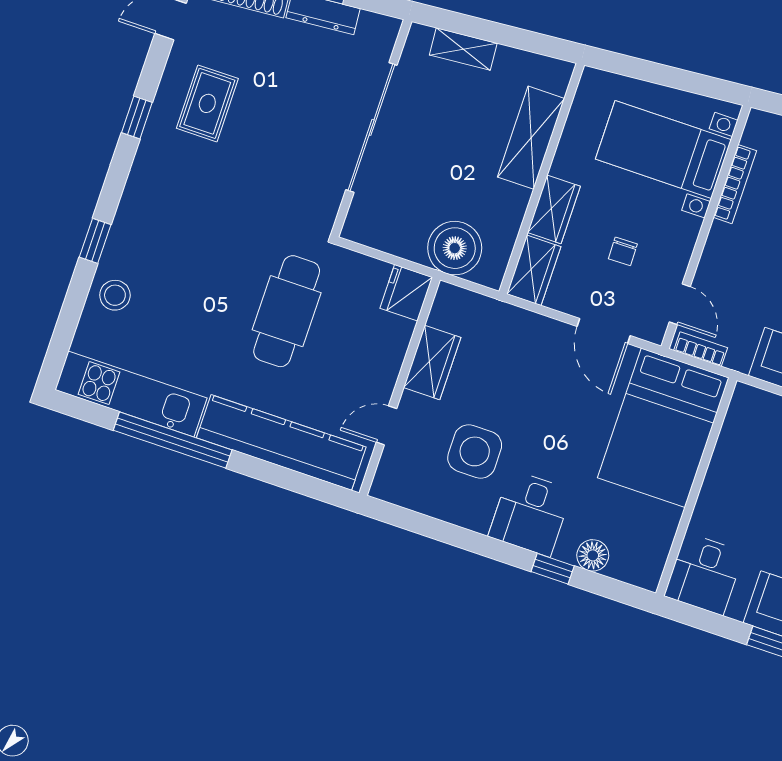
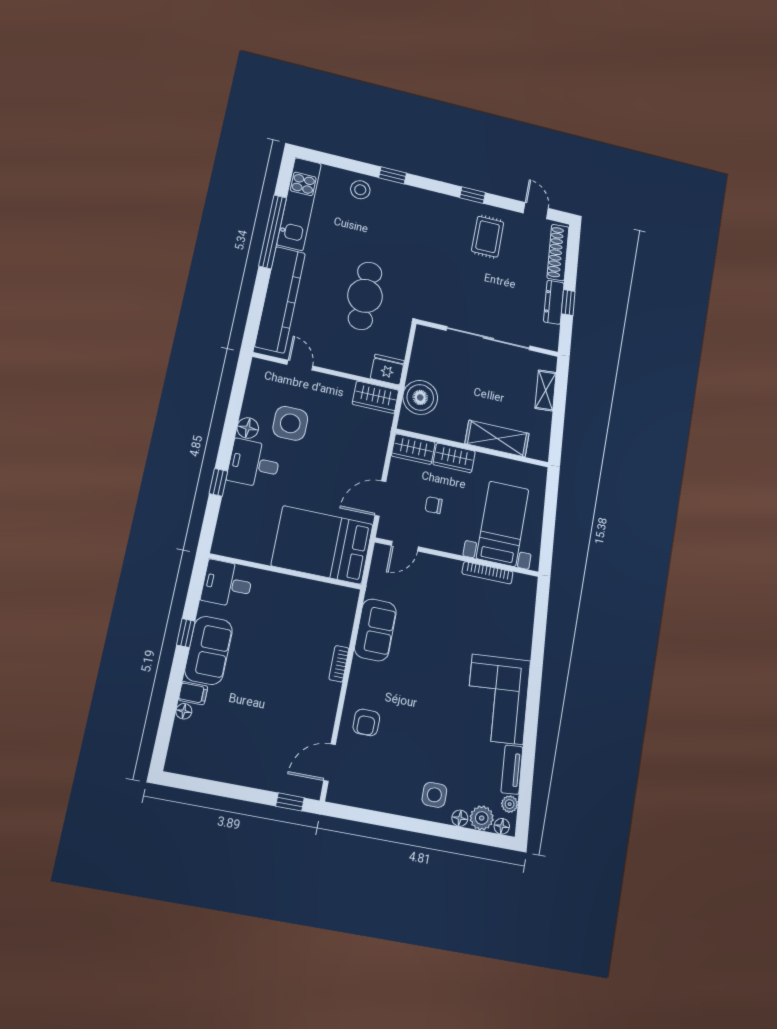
rug: (207, 103) -> (488, 237), turned 90
cafe table: (287, 311) -> (365, 296), turned 90
bookcase: (701, 349) -> (377, 563), removed
wardrobe: (432, 362) -> (375, 397), moved
floor lamp: (593, 555) -> (248, 428), moved

